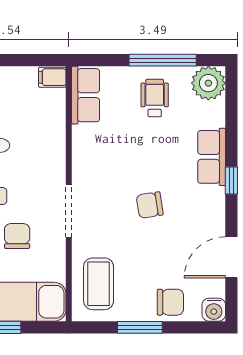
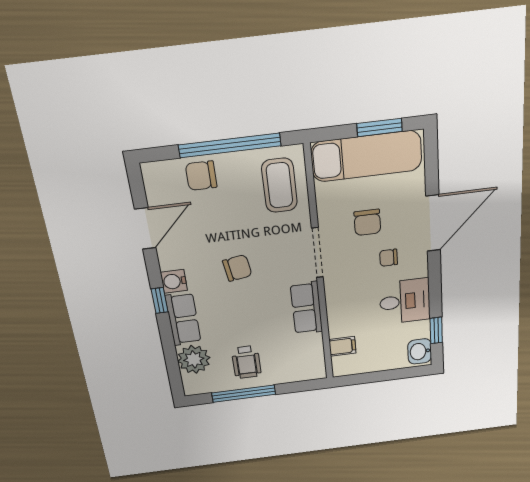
filing cabinet: (52, 77) -> (342, 346), moved
plant: (208, 83) -> (194, 359), moved
row of seats: (86, 95) -> (306, 308), moved
water cooler: (214, 310) -> (174, 281), moved, turned -90
window: (140, 327) -> (230, 145), width x2.11

